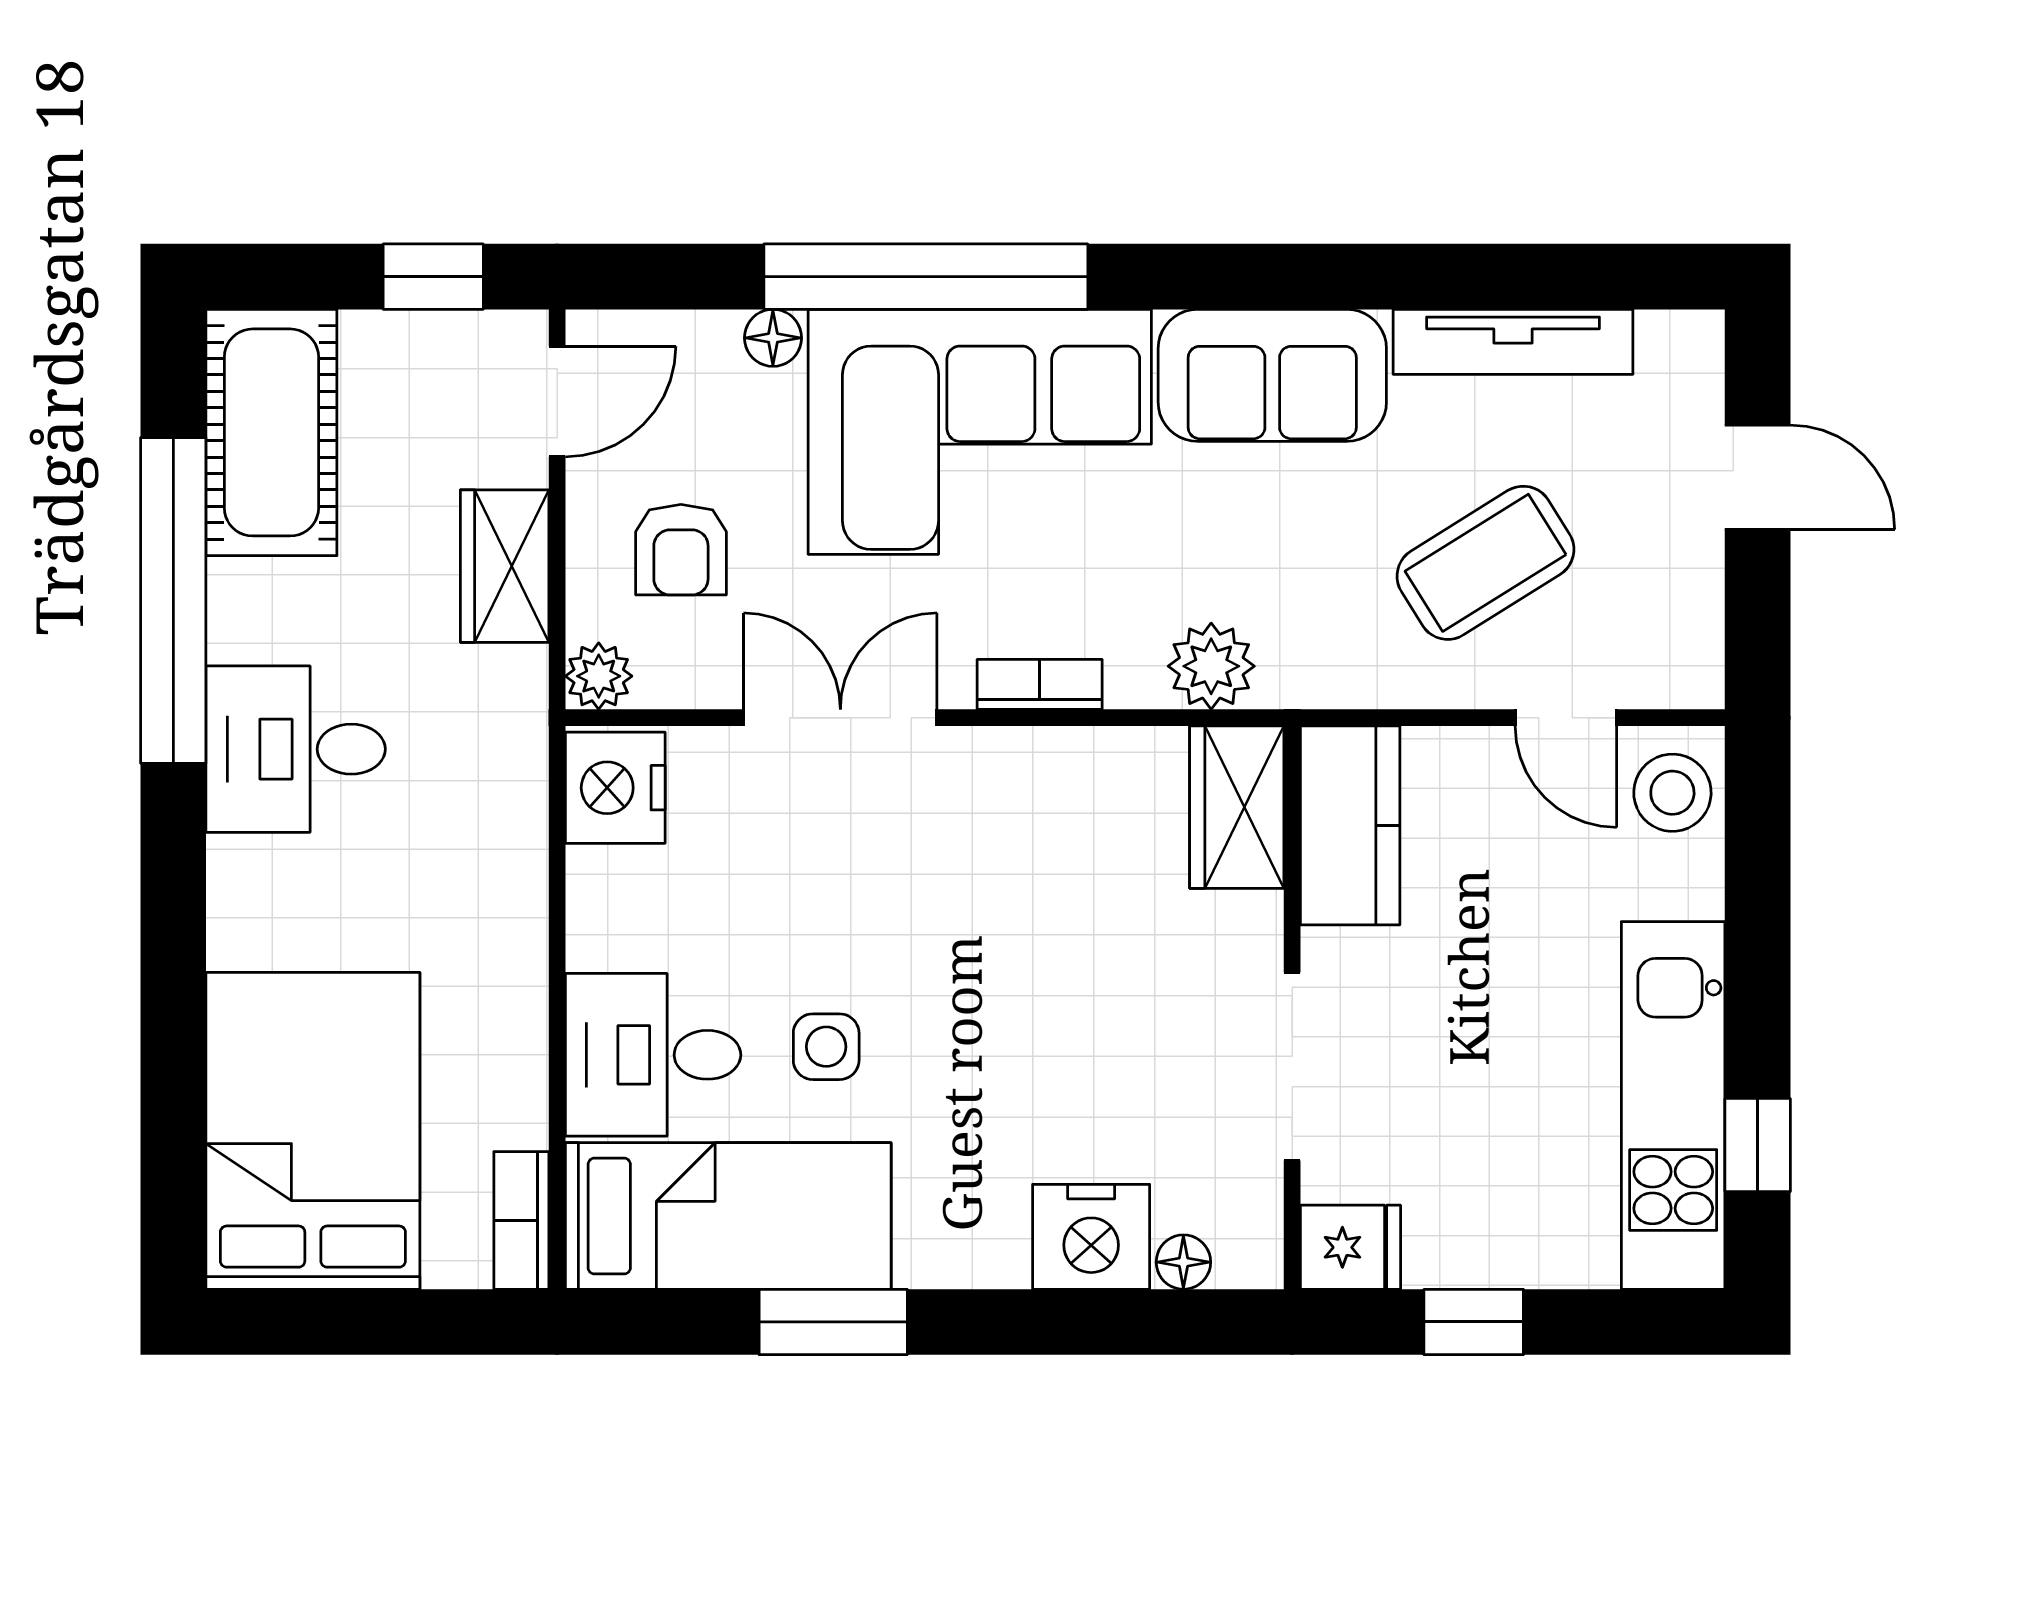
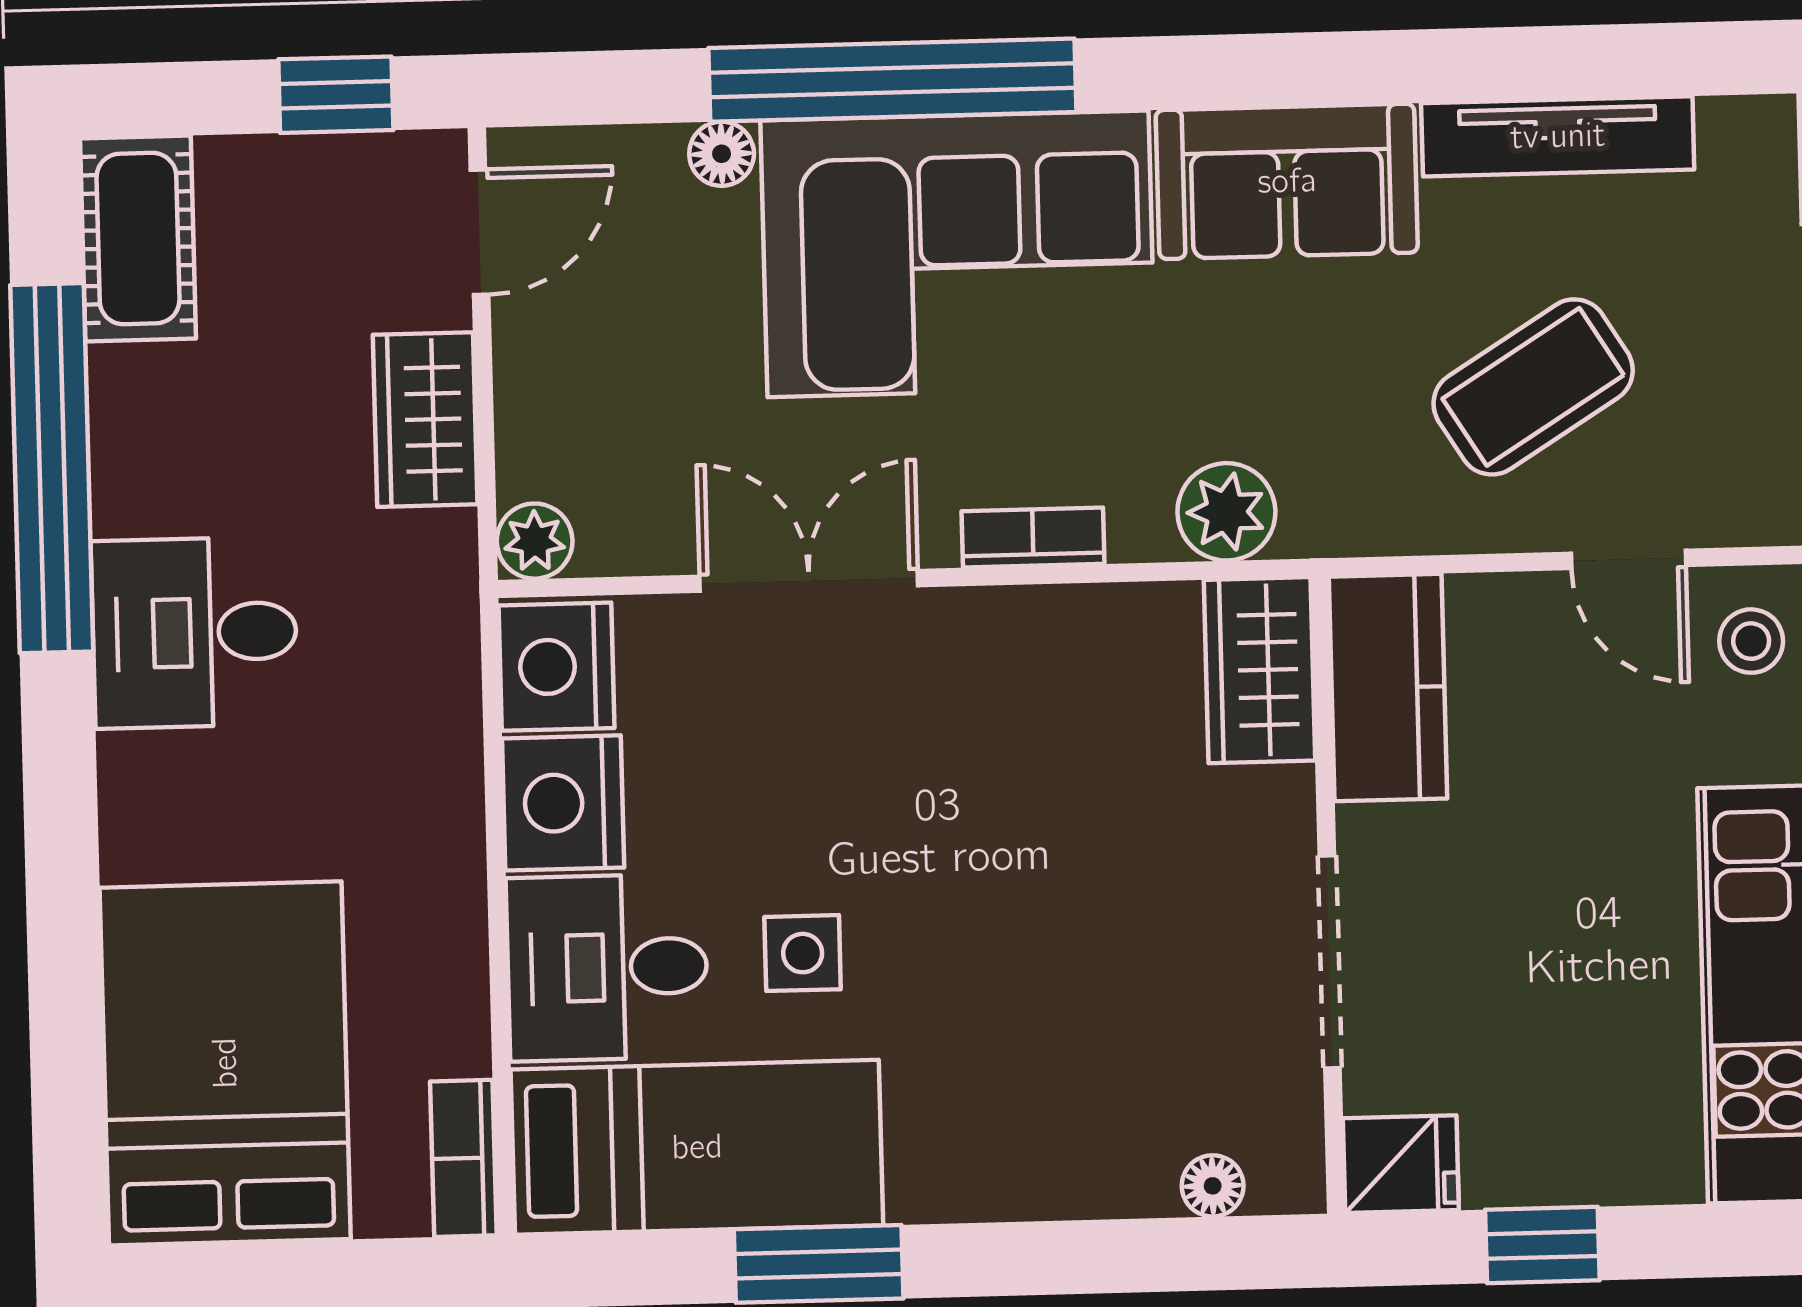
cot: (271, 432) -> (138, 239), width x0.73, depth x0.75
armchair: (681, 550) -> (624, 396), removed
stool: (1672, 793) -> (1751, 641), width x0.73, depth x0.73
nightstand: (1091, 1237) -> (563, 803), moved, turned 90

